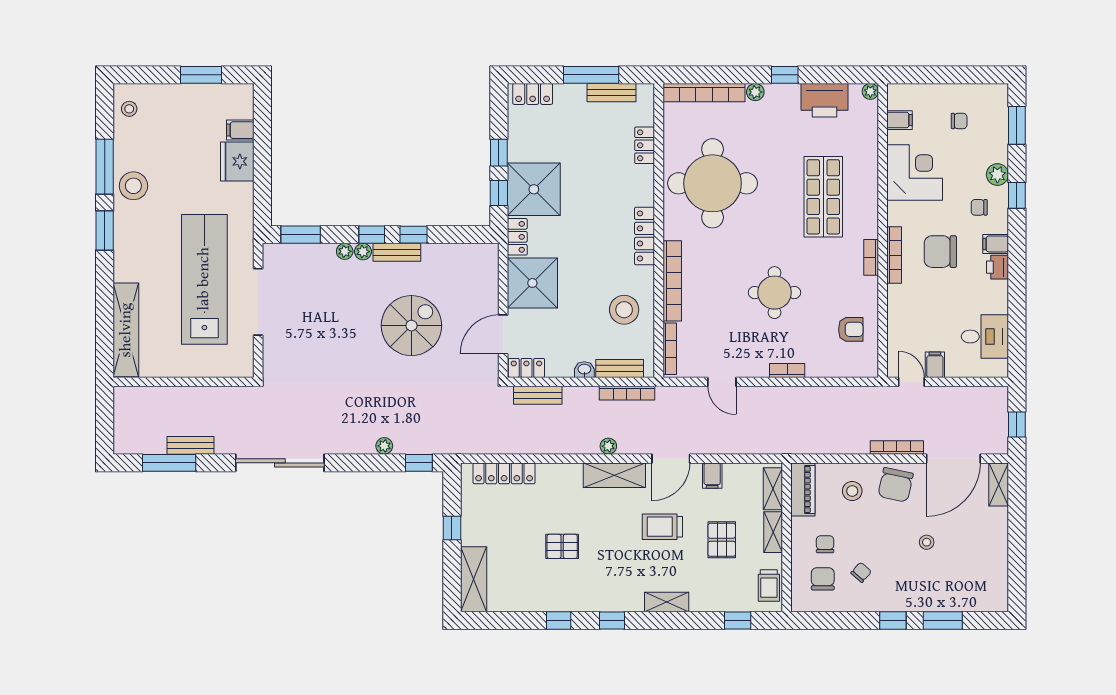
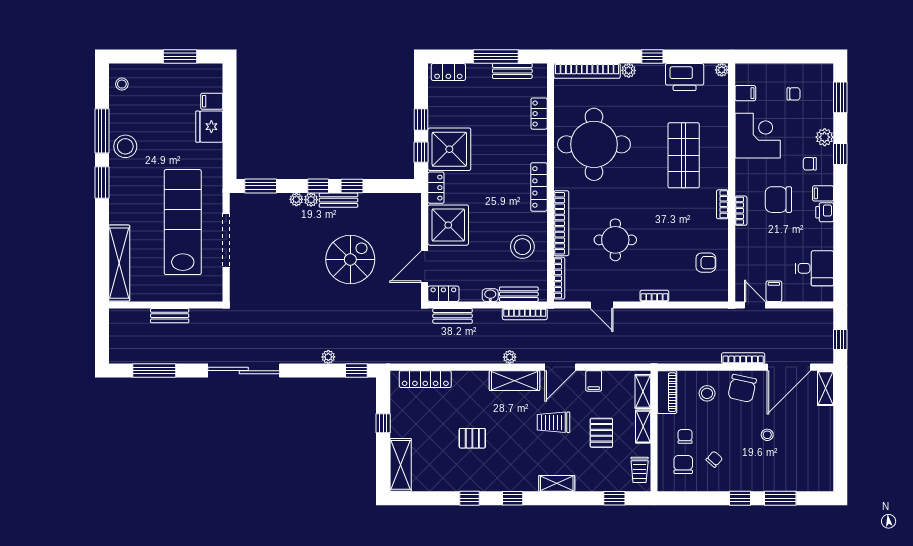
bookcase: (894, 255) -> (741, 211), width x0.64
round table: (775, 293) -> (615, 240), moved
bench: (190, 445) -> (170, 316), moved

